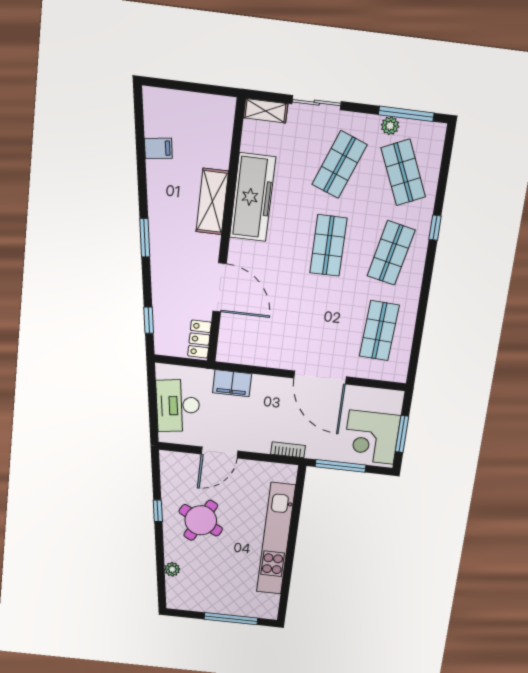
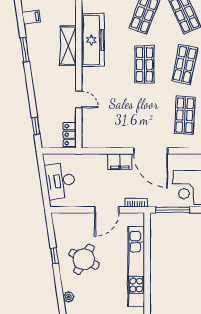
window: (145, 238) -> (25, 50), moved
door: (220, 287) -> (79, 99), width x0.53
filing cabinet: (232, 383) -> (120, 162), moved
door: (220, 452) -> (107, 210), moved

